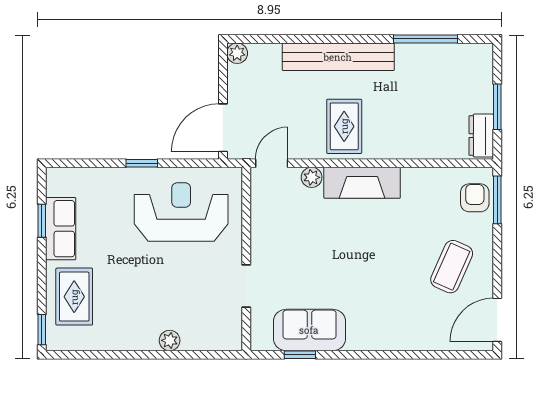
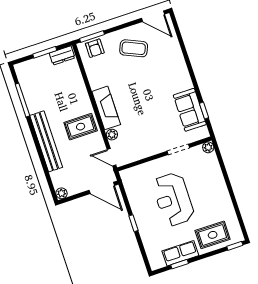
armchair: (475, 198) -> (95, 48), turned -90
reception desk: (181, 212) -> (173, 199), moved
plant: (170, 340) -> (208, 147), moved

